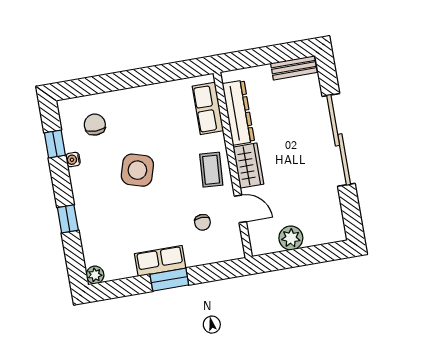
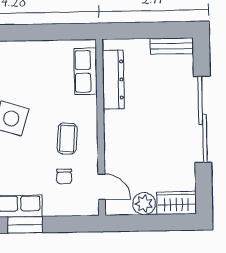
wardrobe: (248, 166) -> (176, 203), moved, turned -90
coffee table: (211, 170) -> (67, 138), moved
door: (240, 209) -> (102, 187), moved

